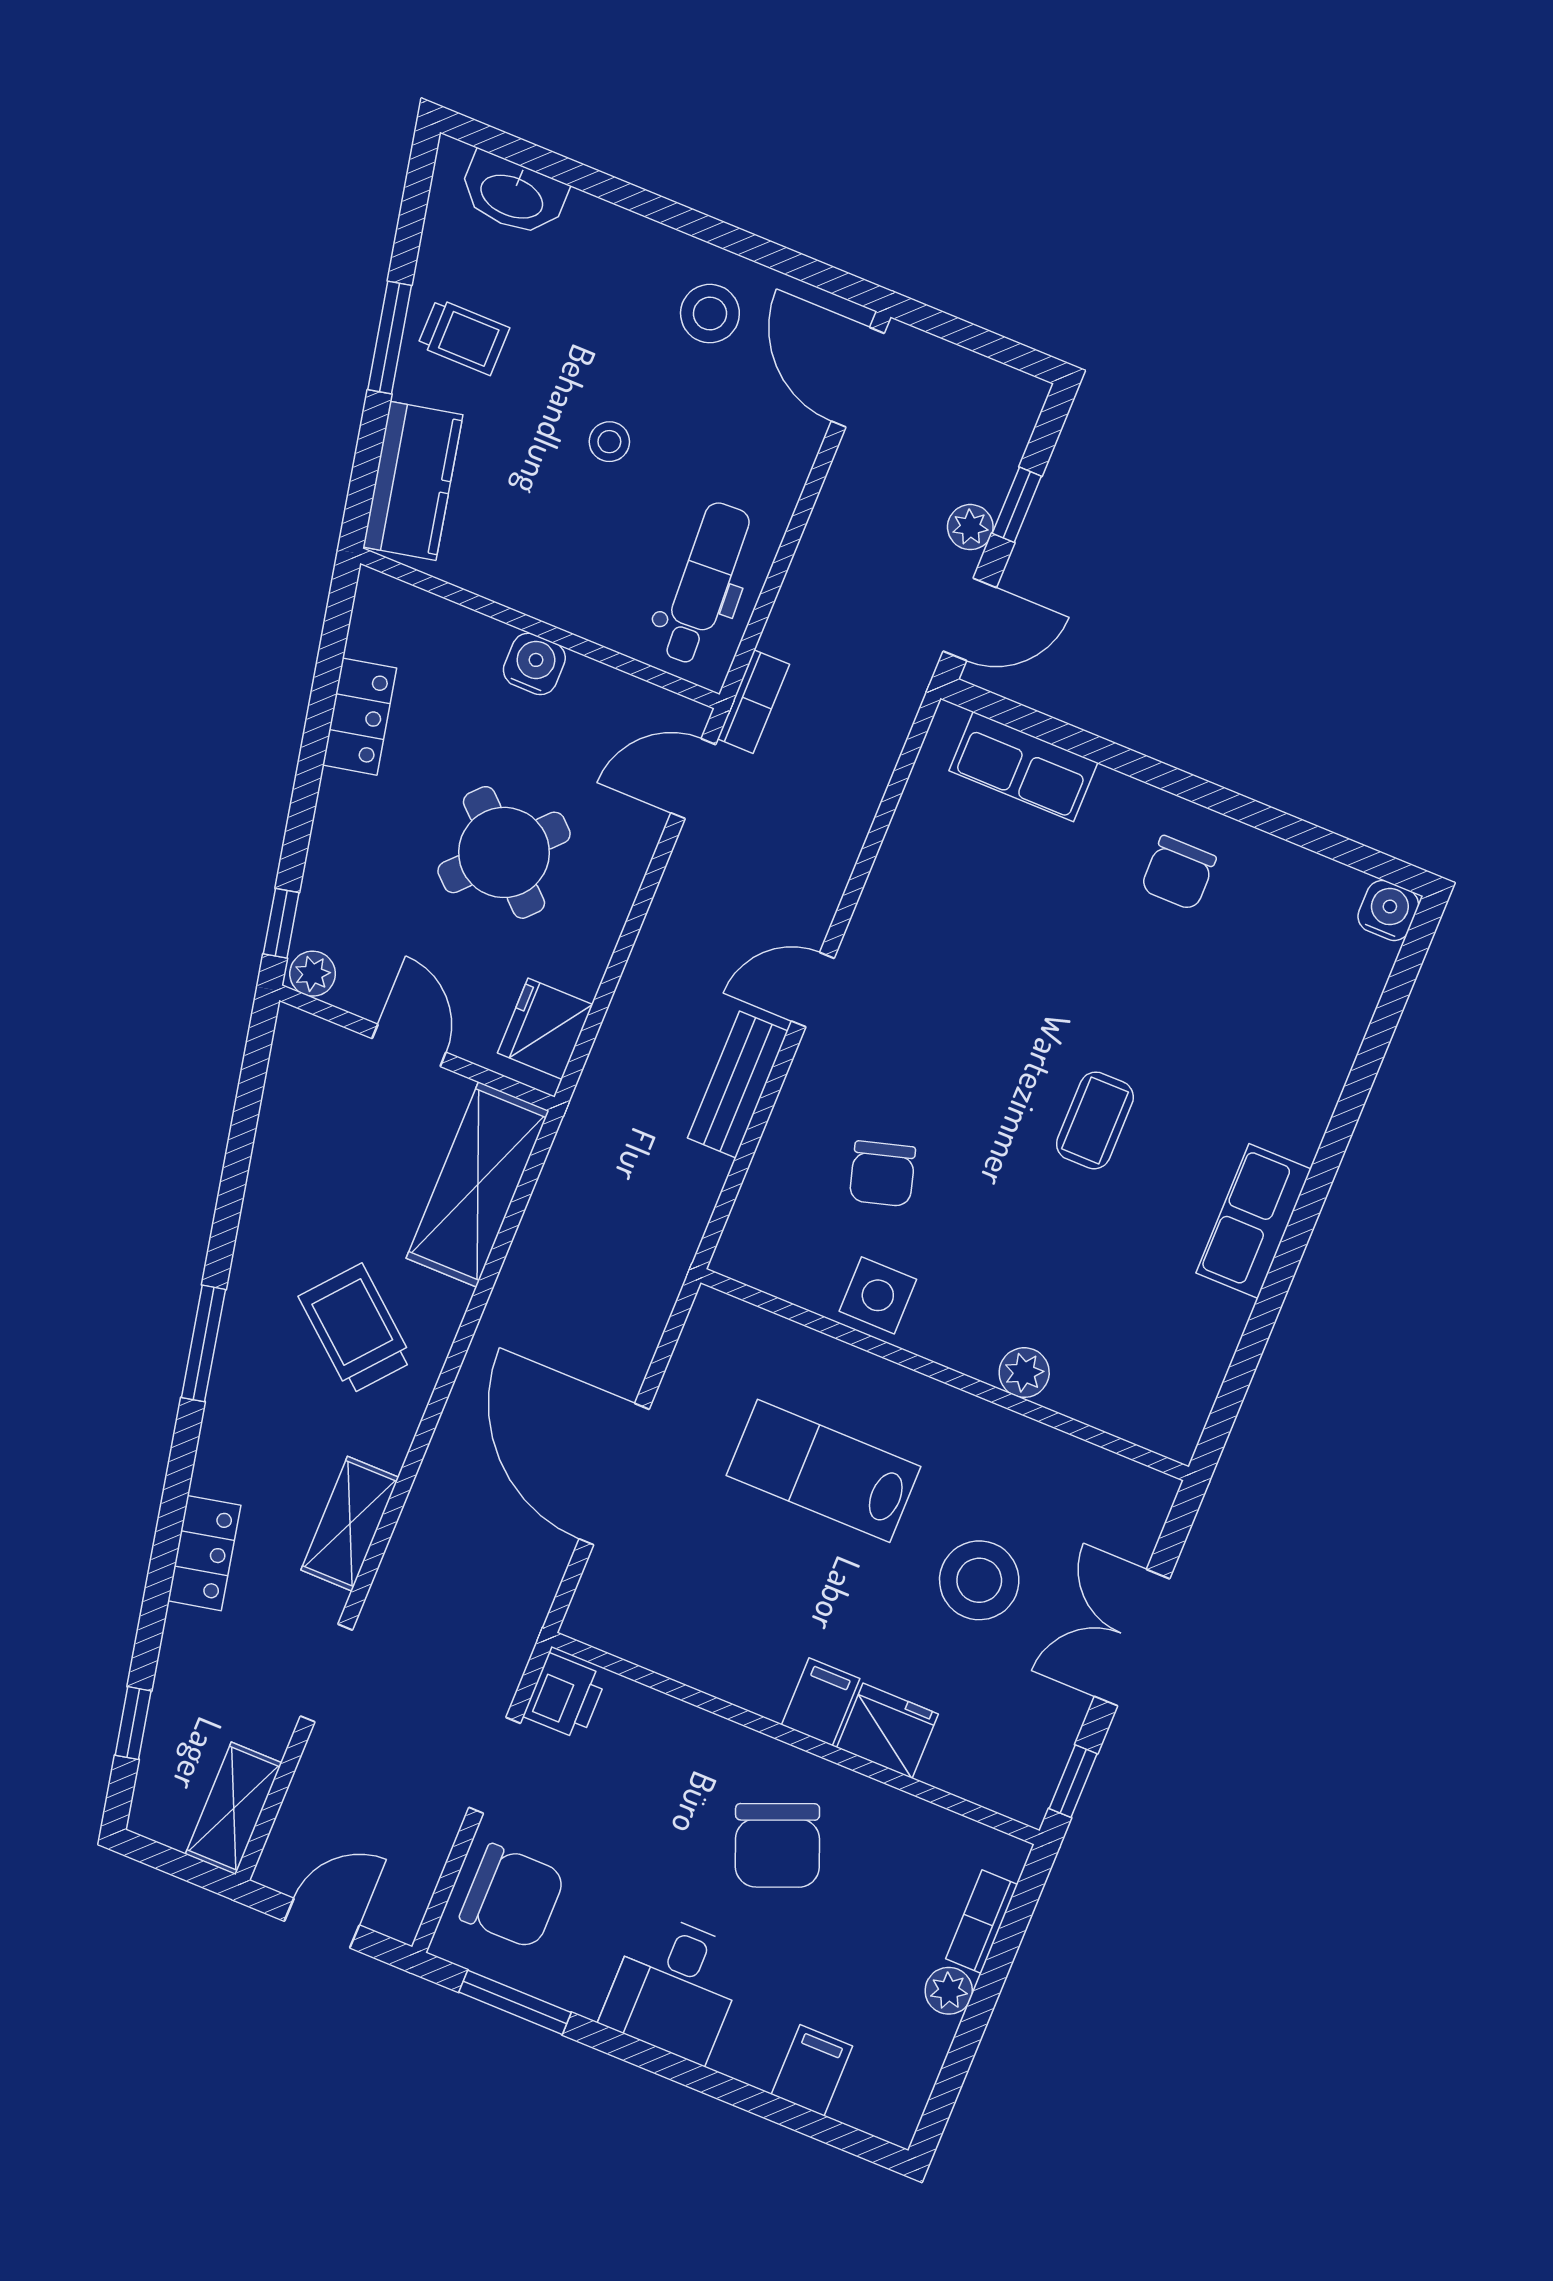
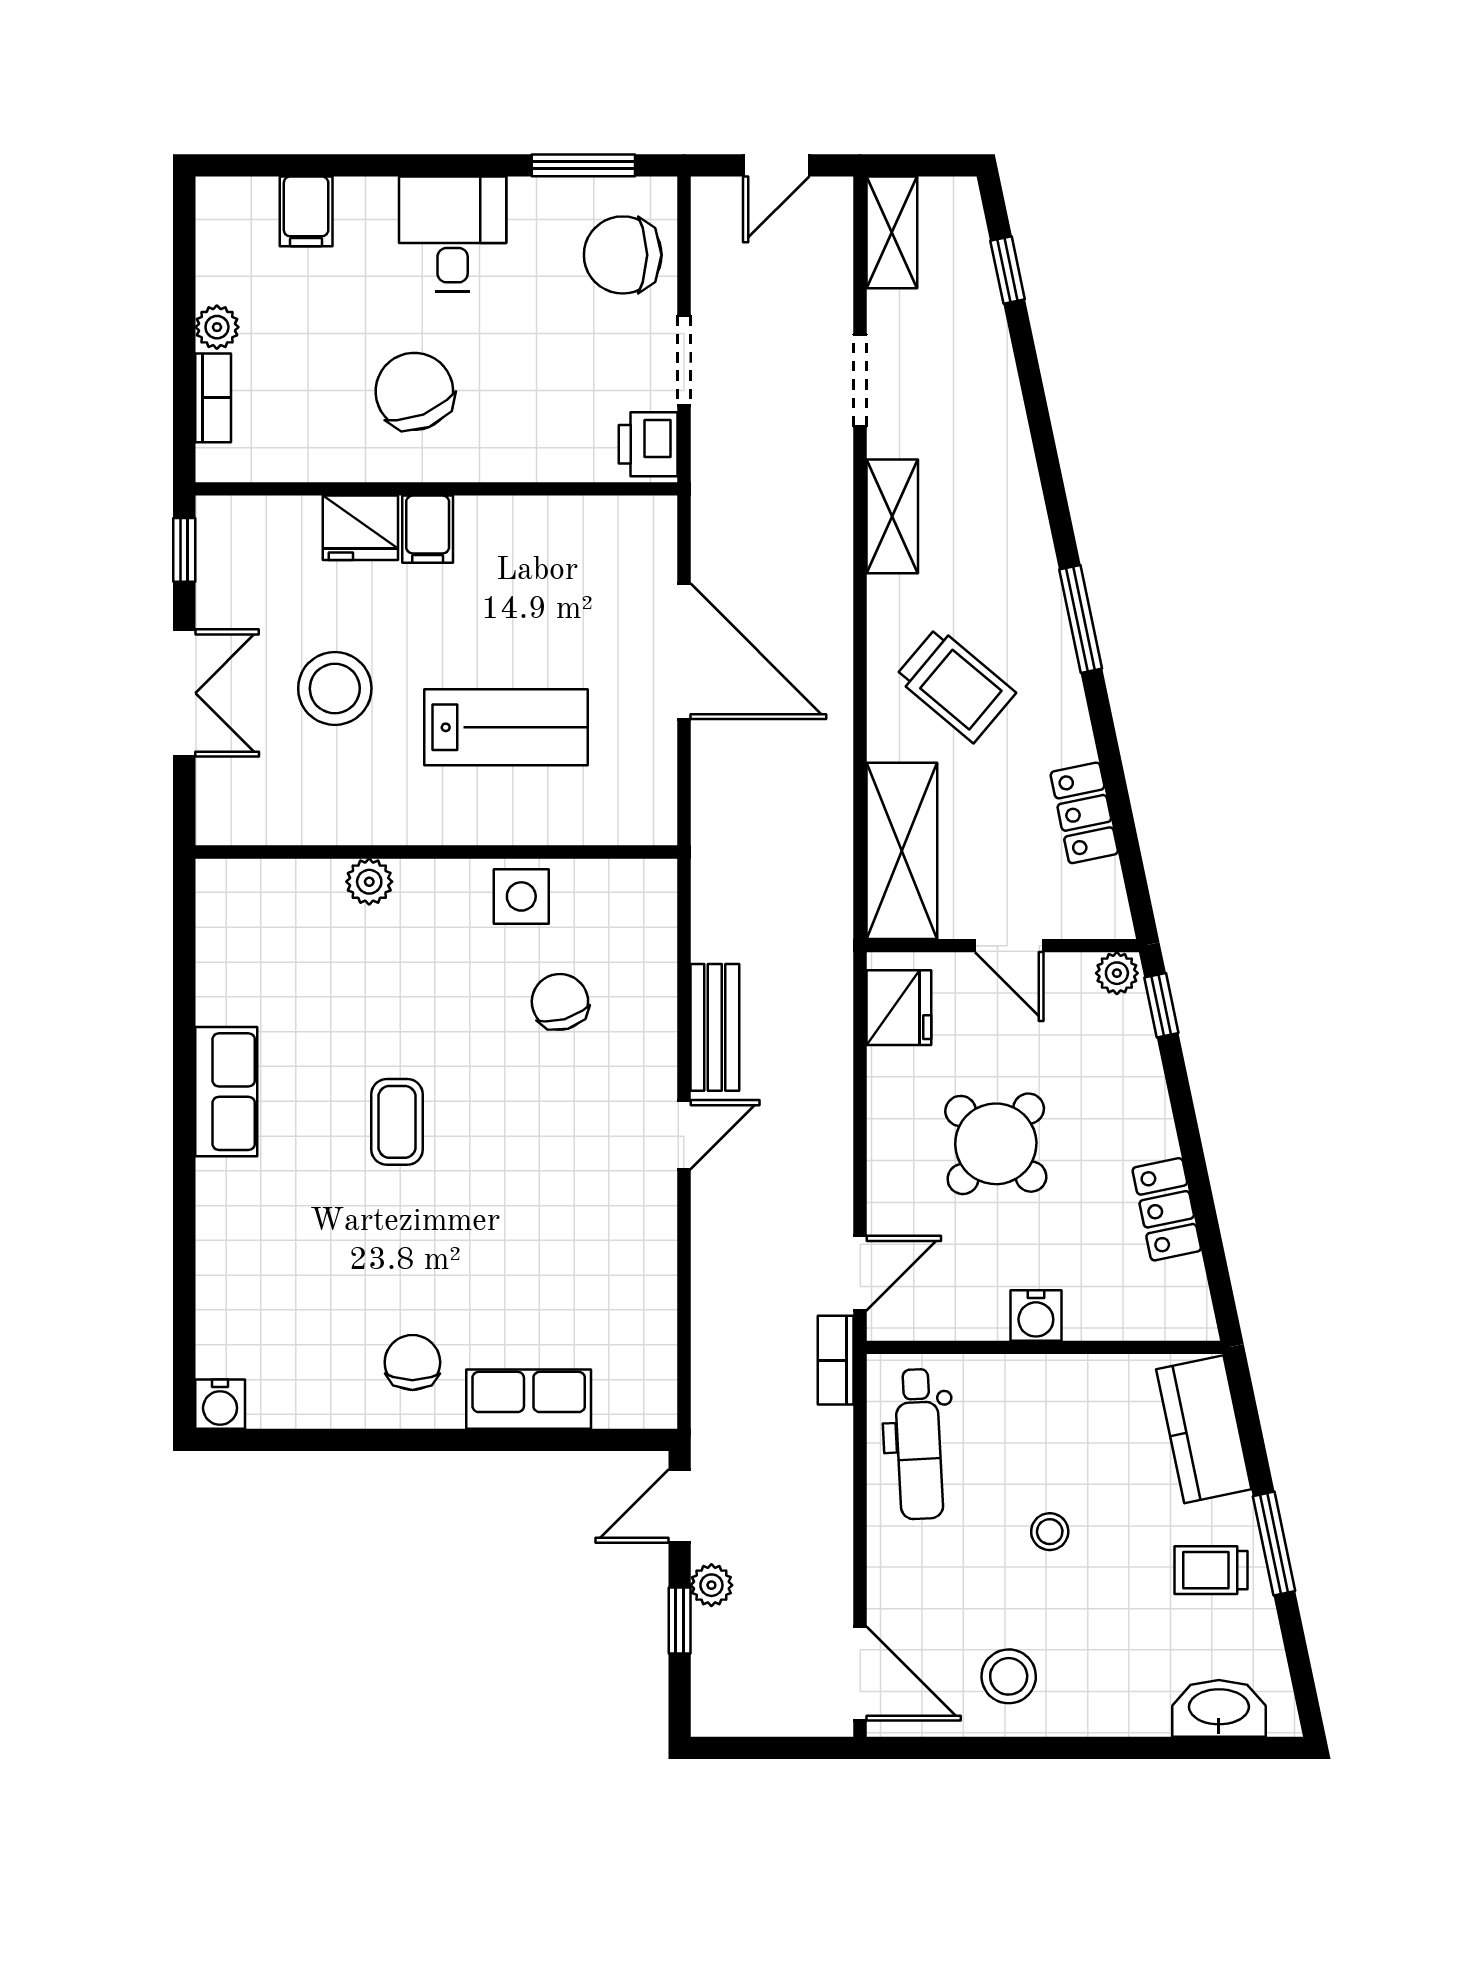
row of seats: (1023, 767) -> (529, 1399), moved
locker: (204, 1553) -> (1084, 813), moved

